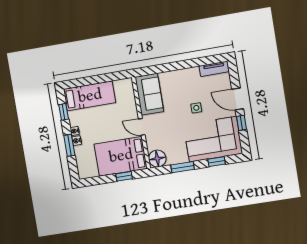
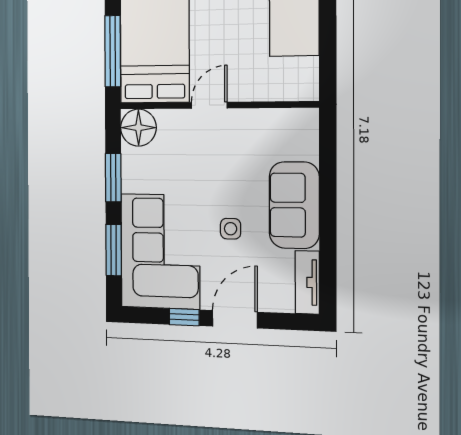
sofa: (149, 94) -> (294, 205), moved, turned 90
window: (217, 162) -> (114, 250), width x1.50
window: (124, 176) -> (113, 51), width x2.17

